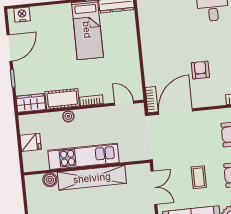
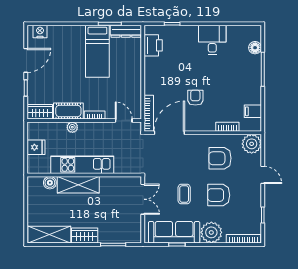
printer: (148, 17) -> (153, 45), added
bookcase: (152, 100) -> (149, 113), width x1.56
shelving: (92, 178) -> (78, 185), width x0.68

